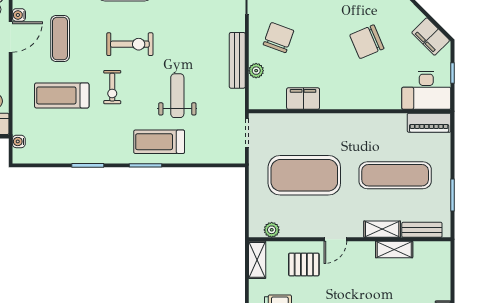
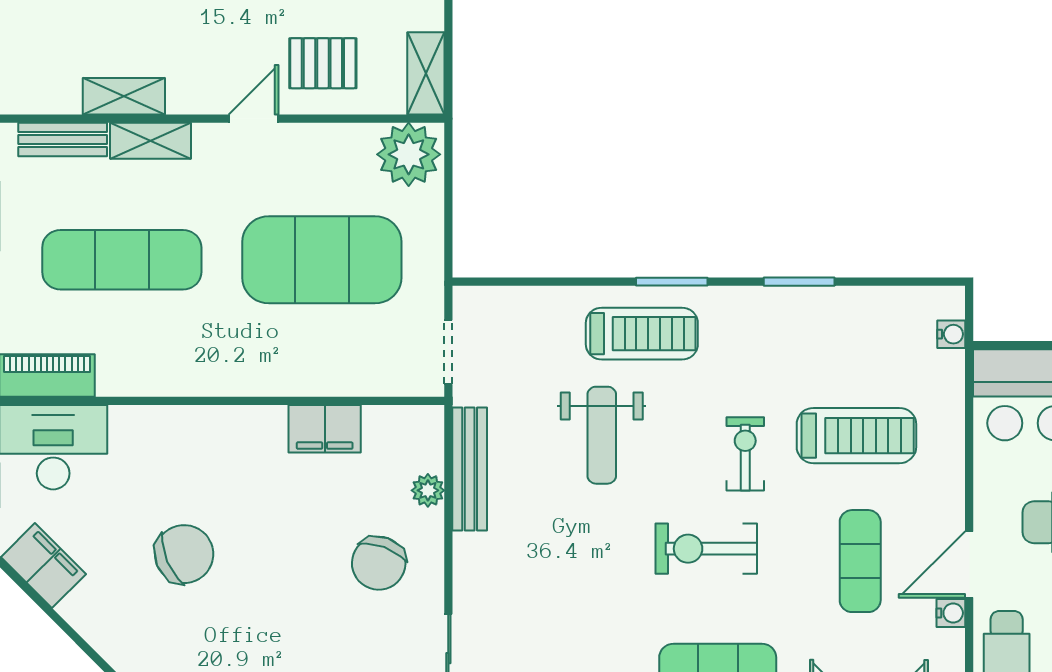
bench: (237, 60) -> (470, 469), moved
plant: (272, 230) -> (409, 154), width x1.88, depth x1.88

